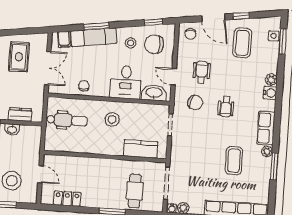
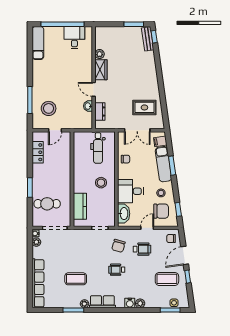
chair: (154, 44) -> (161, 211), turned 90
door: (174, 77) -> (147, 228), moved

